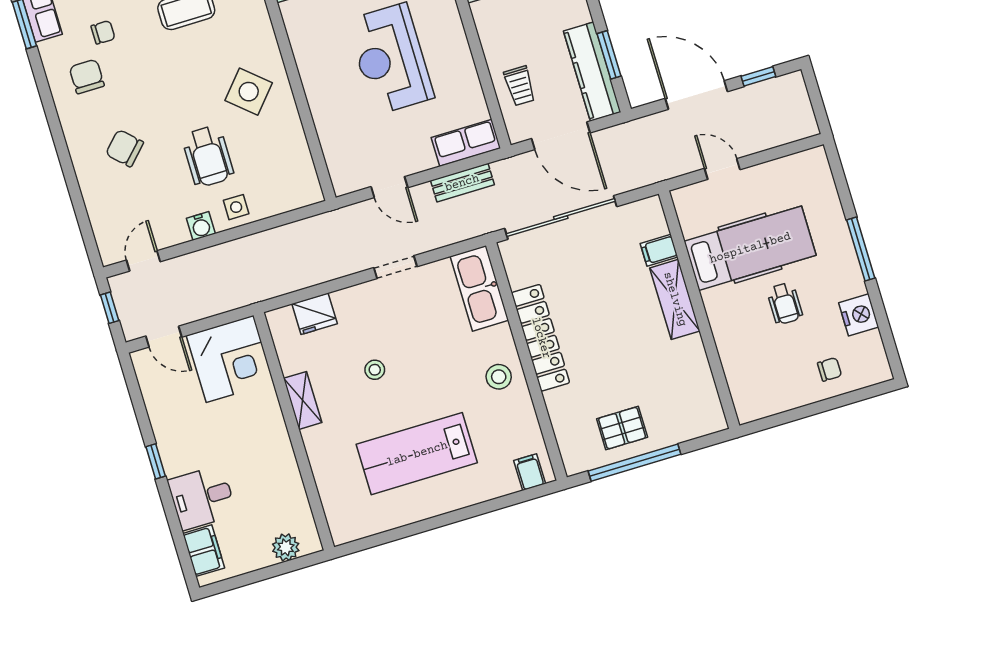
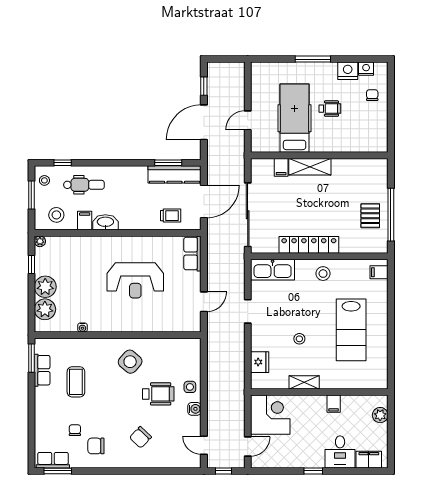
bench: (462, 183) -> (213, 262), removed
nightstand: (872, 345) -> (366, 69), added
filing cabinet: (281, 462) -> (334, 404), added

